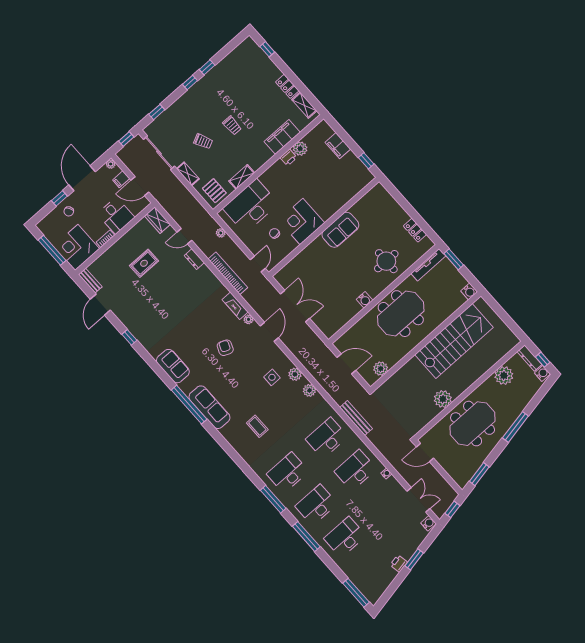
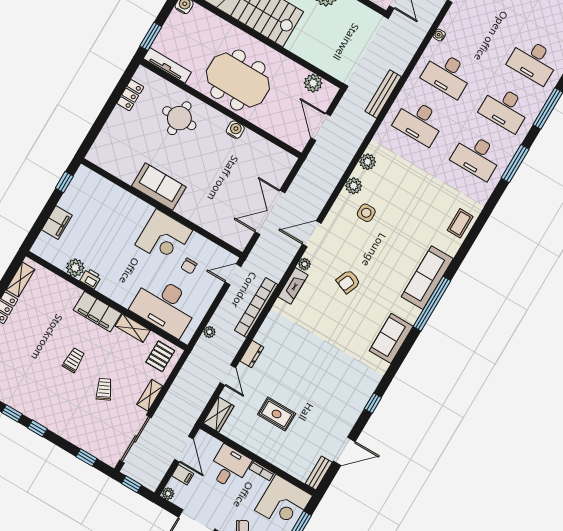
filing cabinet: (282, 137) -> (97, 312), moved
coffee table: (257, 426) -> (460, 223), moved

